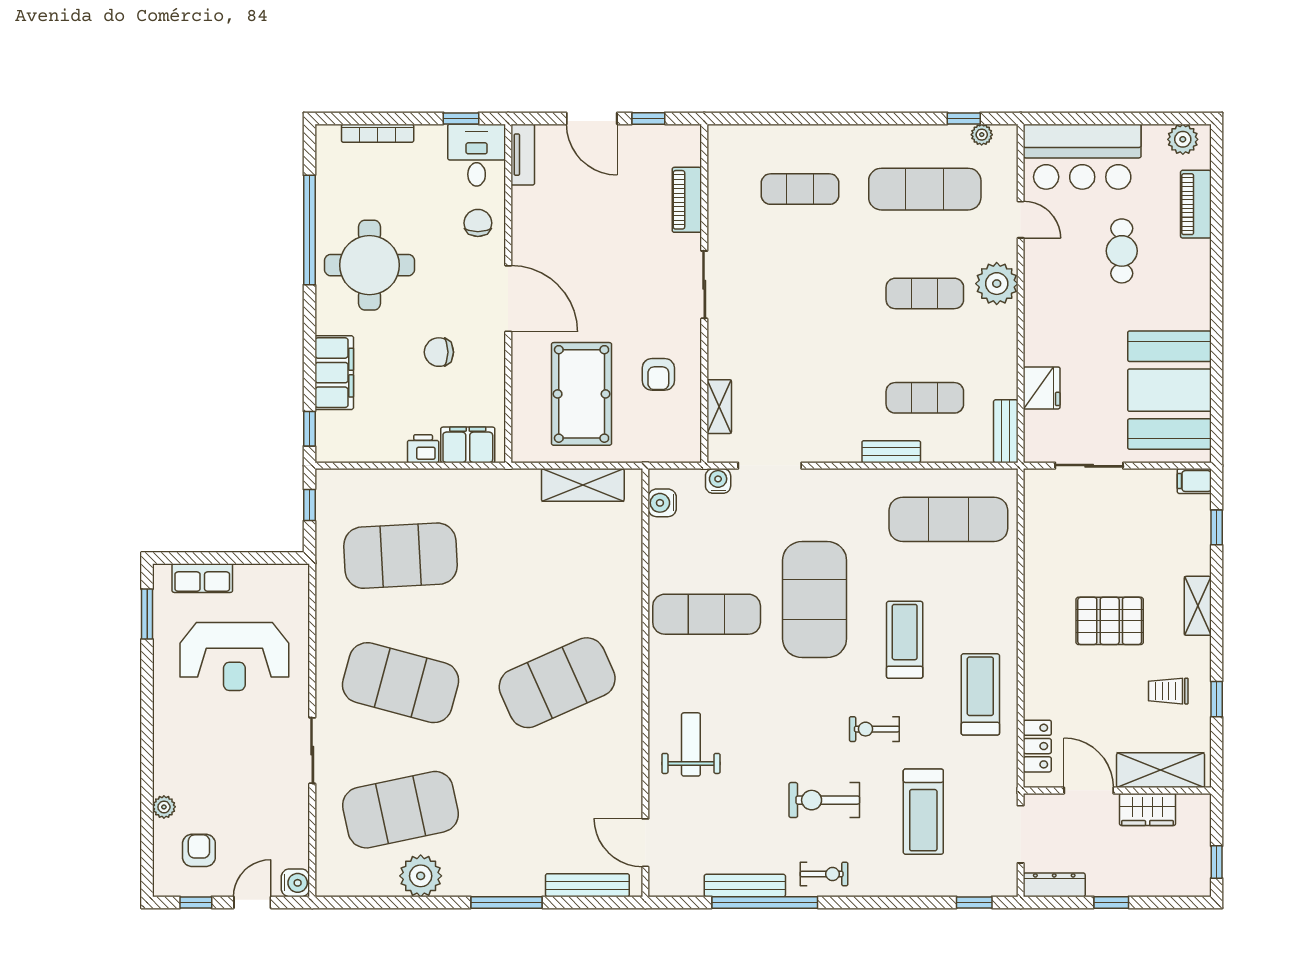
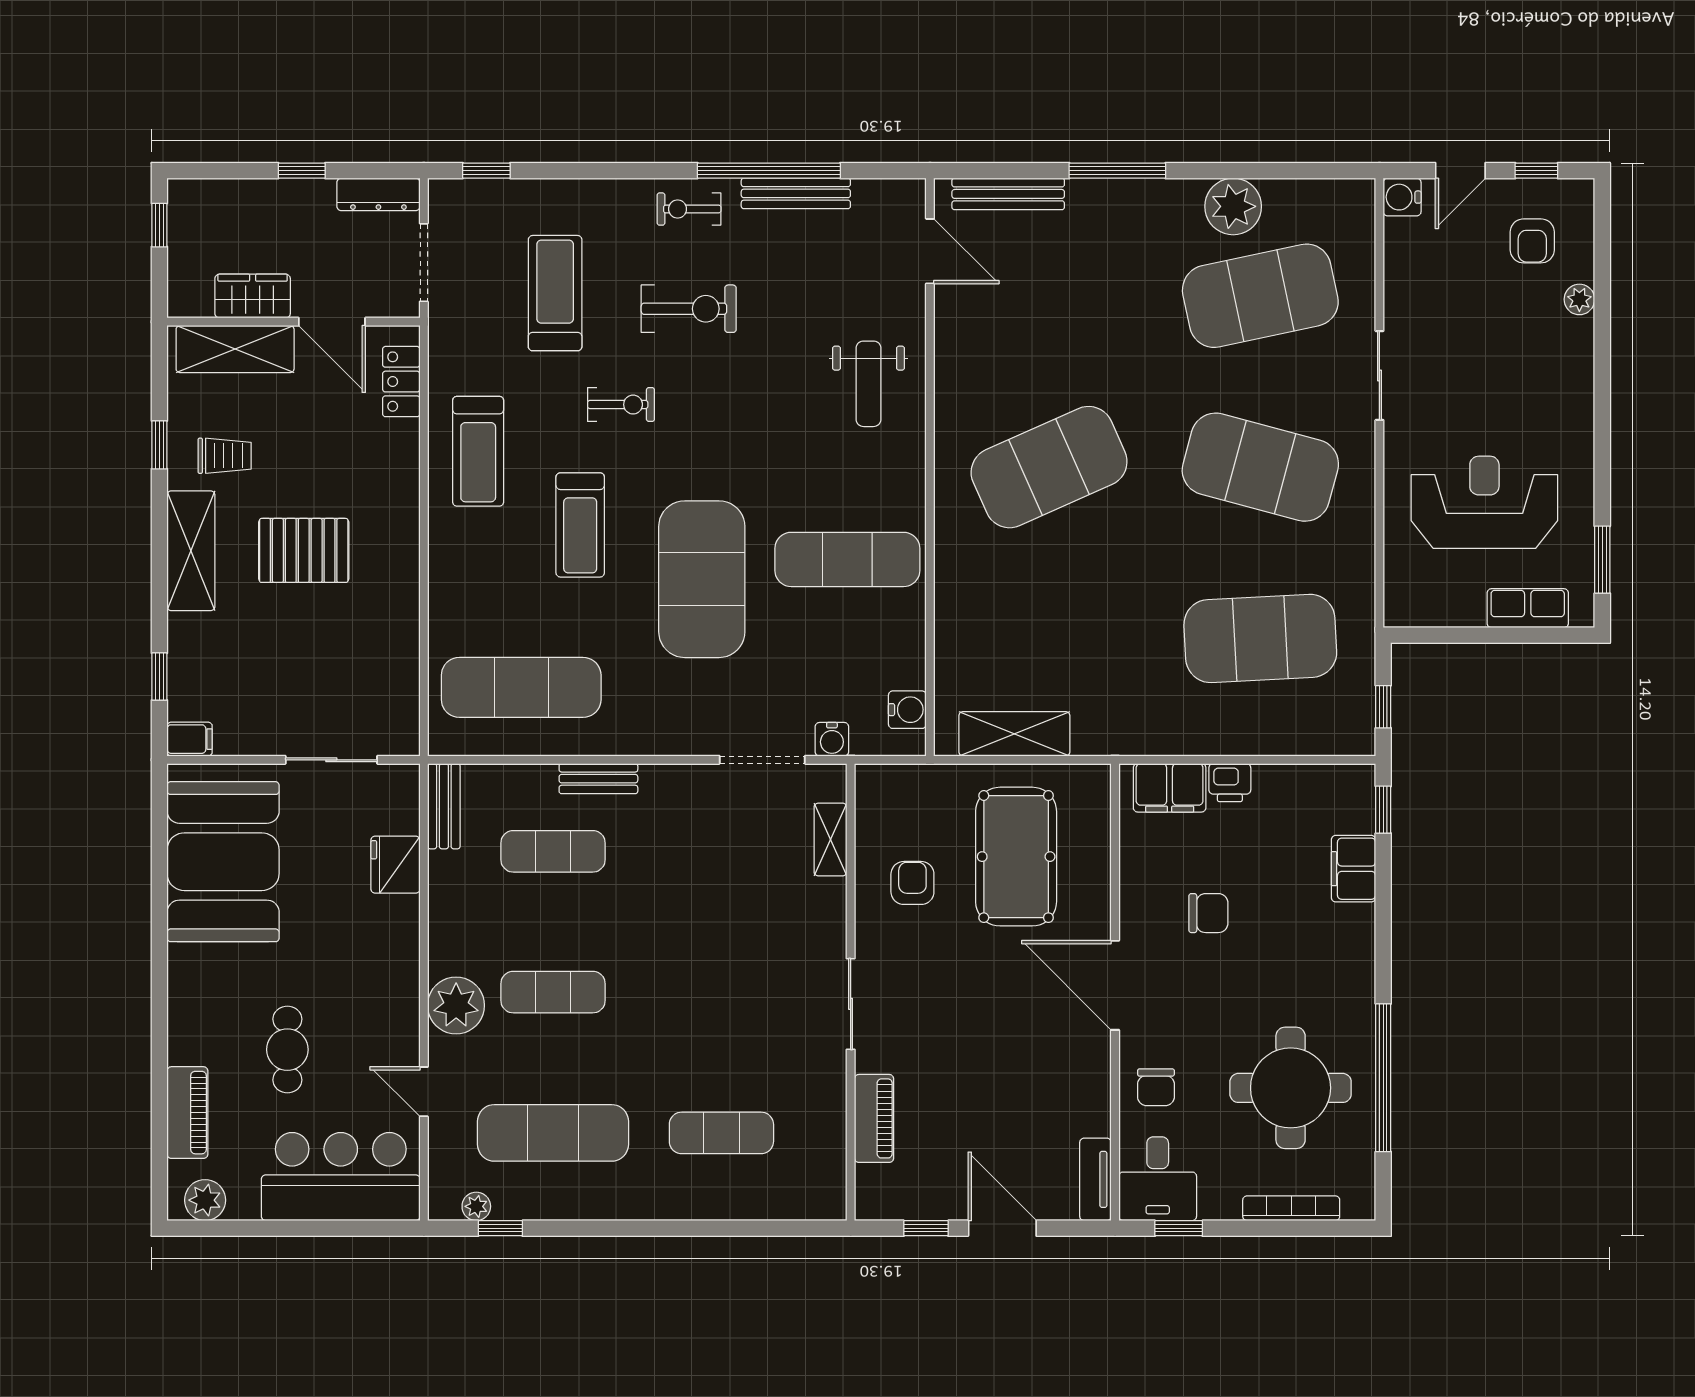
round table: (369, 265) -> (1291, 1088), moved
filing cabinet: (334, 373) -> (1353, 869), width x0.67, depth x0.86
shelving: (1198, 606) -> (191, 551), width x1.50, depth x1.33

